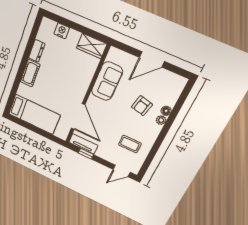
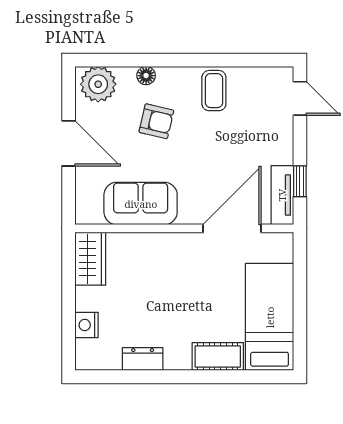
cot: (30, 73) -> (218, 356), moved
plant: (161, 120) -> (98, 84), moved, width x1.88, depth x1.88
coffee table: (130, 144) -> (214, 91), moved

